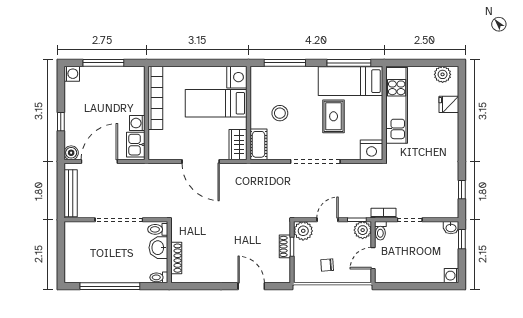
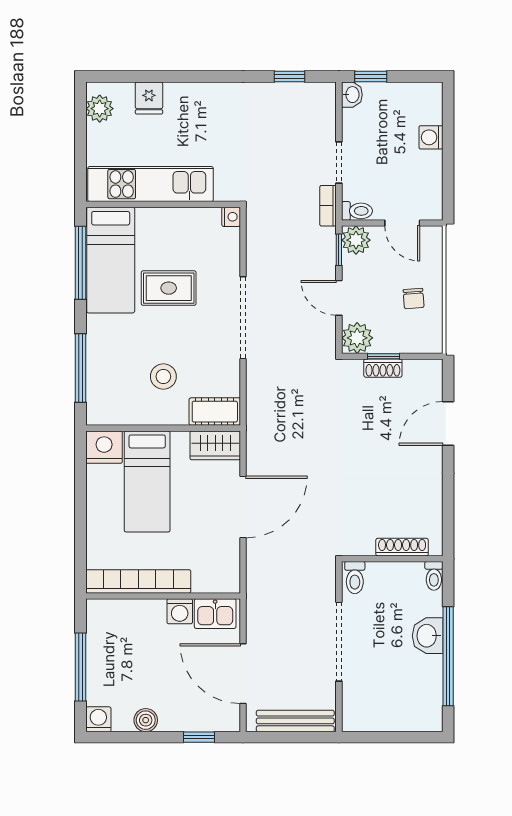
window: (61, 122) -> (199, 737), moved
nightstand: (372, 150) -> (231, 217), width x0.53, depth x0.56
boiler: (71, 153) -> (146, 720), moved
washbasin: (158, 248) -> (428, 636), moved, turned 90
washing machine: (452, 276) -> (431, 137), moved, turned 90

